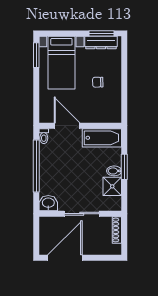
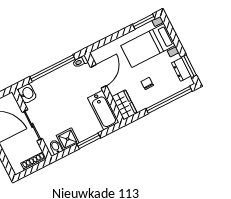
dresser: (101, 43) -> (181, 69), width x0.70
window: (124, 69) -> (169, 100), added
wardrobe: (107, 115) -> (125, 105), added
bidet: (114, 171) -> (56, 147), moved

